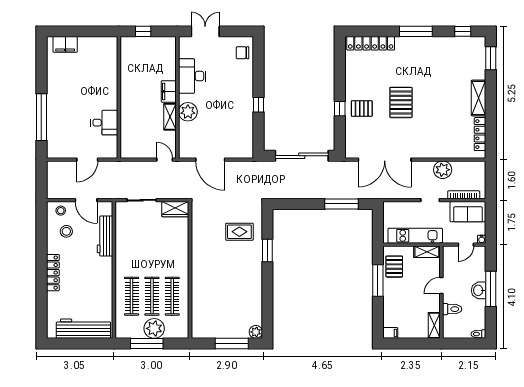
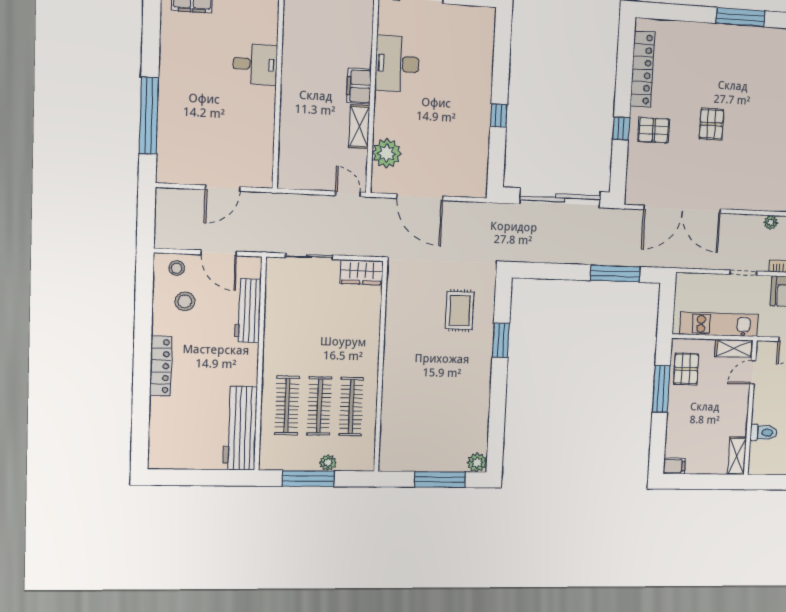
locker: (371, 43) -> (642, 69), moved, turned -90
chair: (243, 53) -> (478, 32), removed
pallet: (401, 102) -> (711, 124), width x0.67, depth x0.71
plant: (188, 112) -> (387, 153), moved
desk: (104, 123) -> (255, 64), moved
plant: (443, 170) -> (771, 222), width x0.53, depth x0.53
rug: (239, 232) -> (460, 311), turned 90
door: (441, 285) -> (753, 372), moved
plant: (154, 328) -> (328, 463), width x0.53, depth x0.53
workbench: (83, 329) -> (240, 428), moved, turned -90

